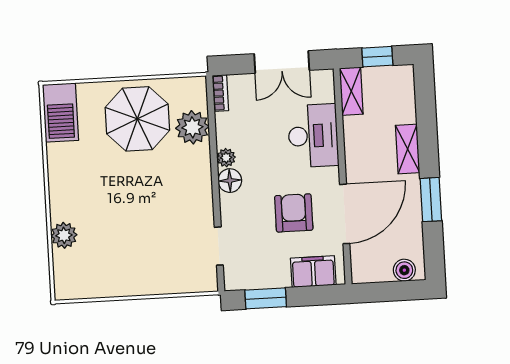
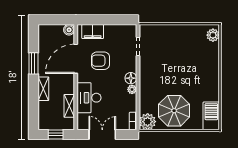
shelving: (351, 91) -> (69, 106), moved
plant: (192, 127) -> (148, 122), moved
armchair: (294, 213) -> (101, 61), turned 90
plant: (64, 235) -> (213, 35), moved
boiler: (404, 270) -> (69, 30), moved
window: (266, 298) -> (117, 20), removed

